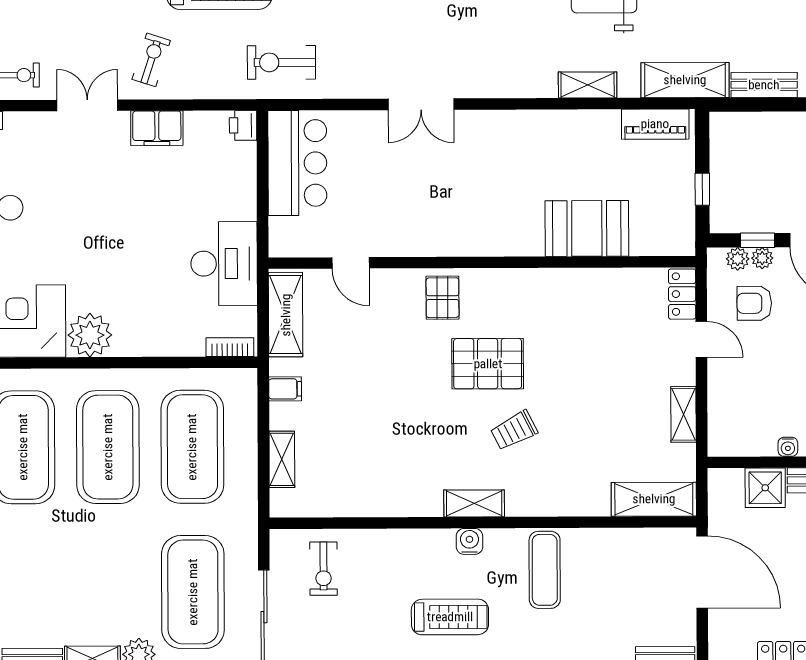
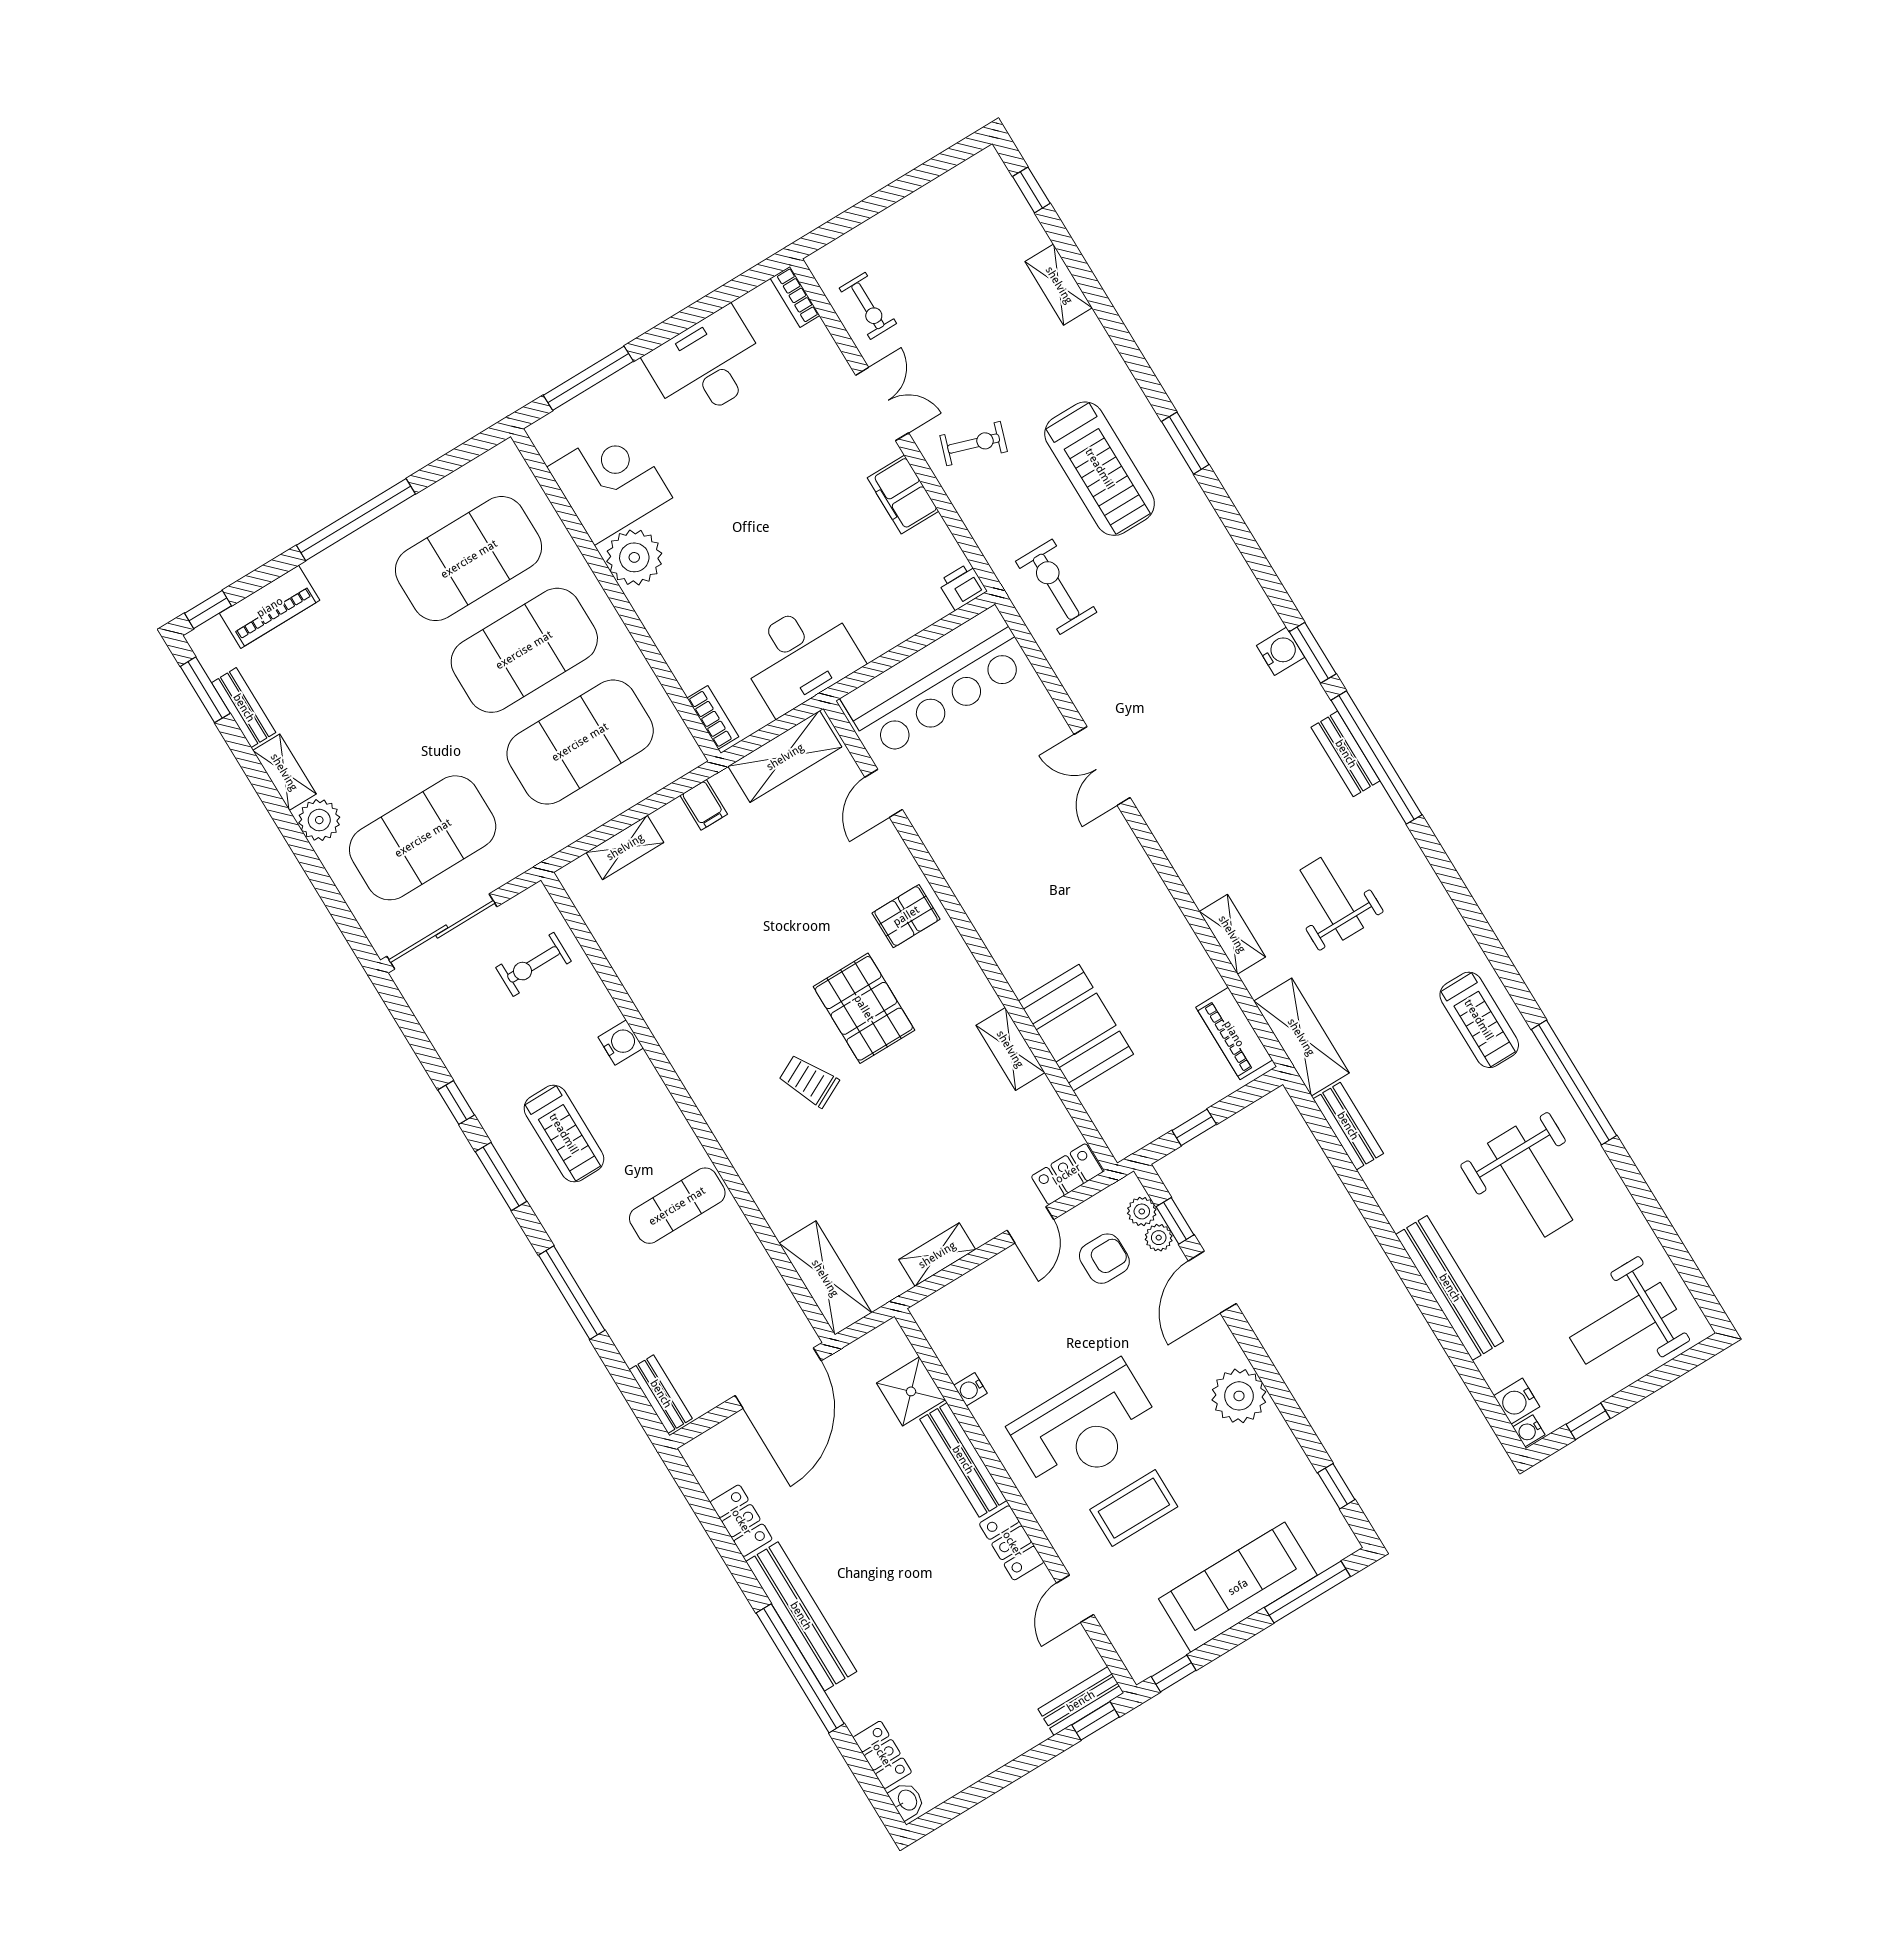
bar counter: (297, 163) -> (937, 683), width x1.36
armchair: (754, 303) -> (1104, 1259), turned 90
shelving: (474, 503) -> (1010, 1049), moved
water cooler: (469, 541) -> (621, 1043), moved

